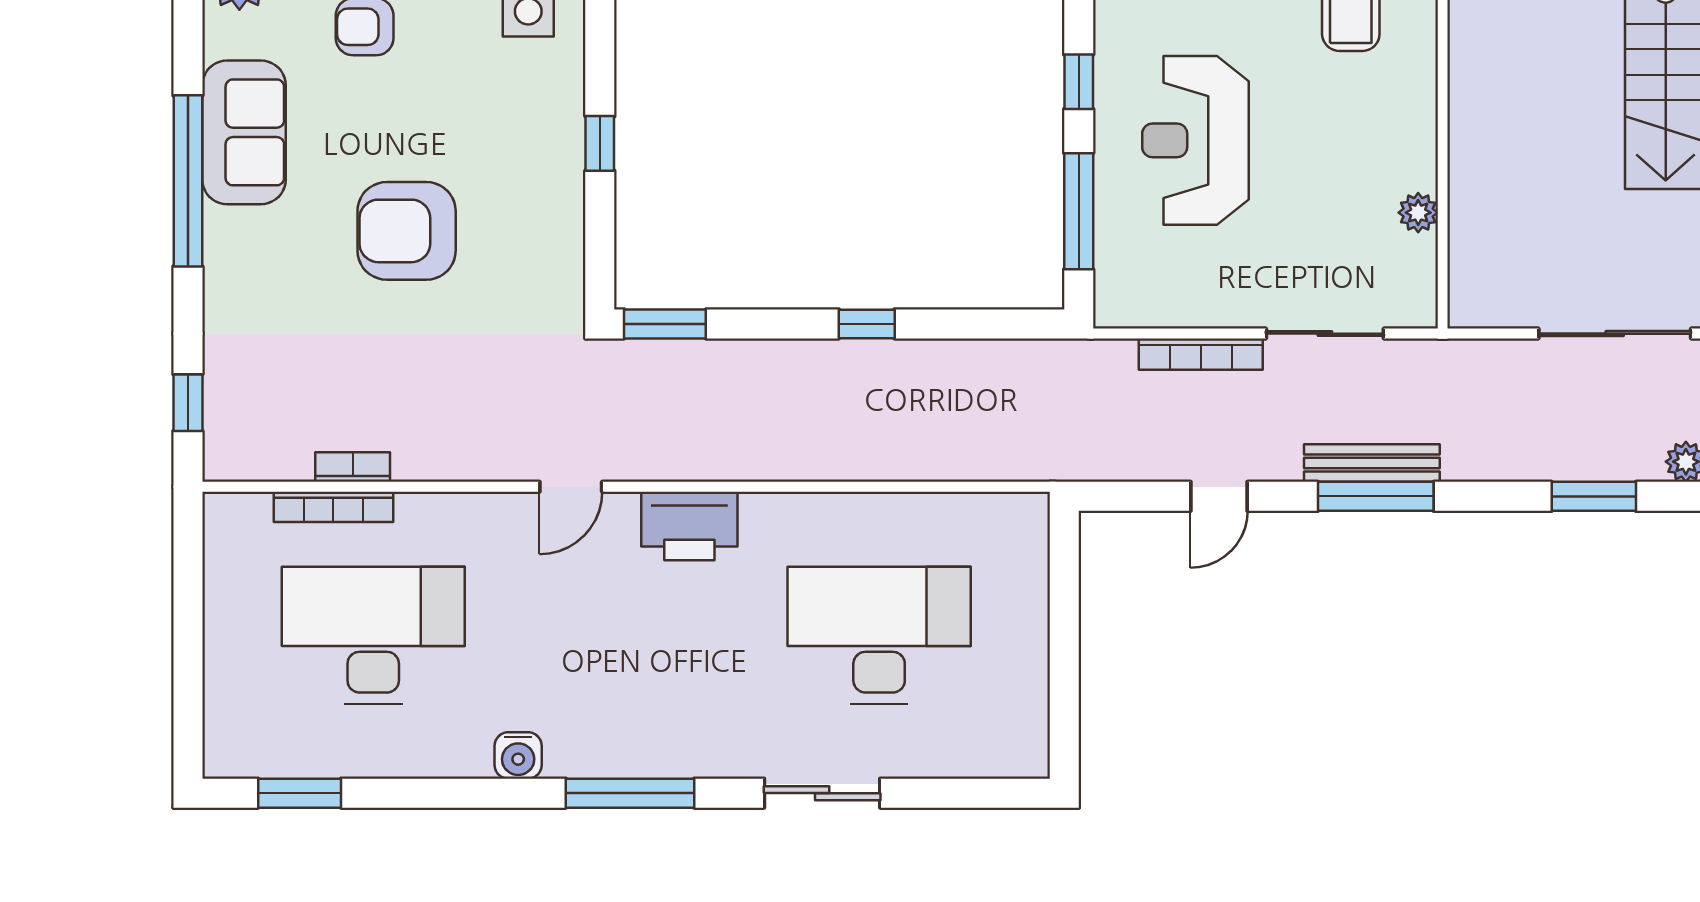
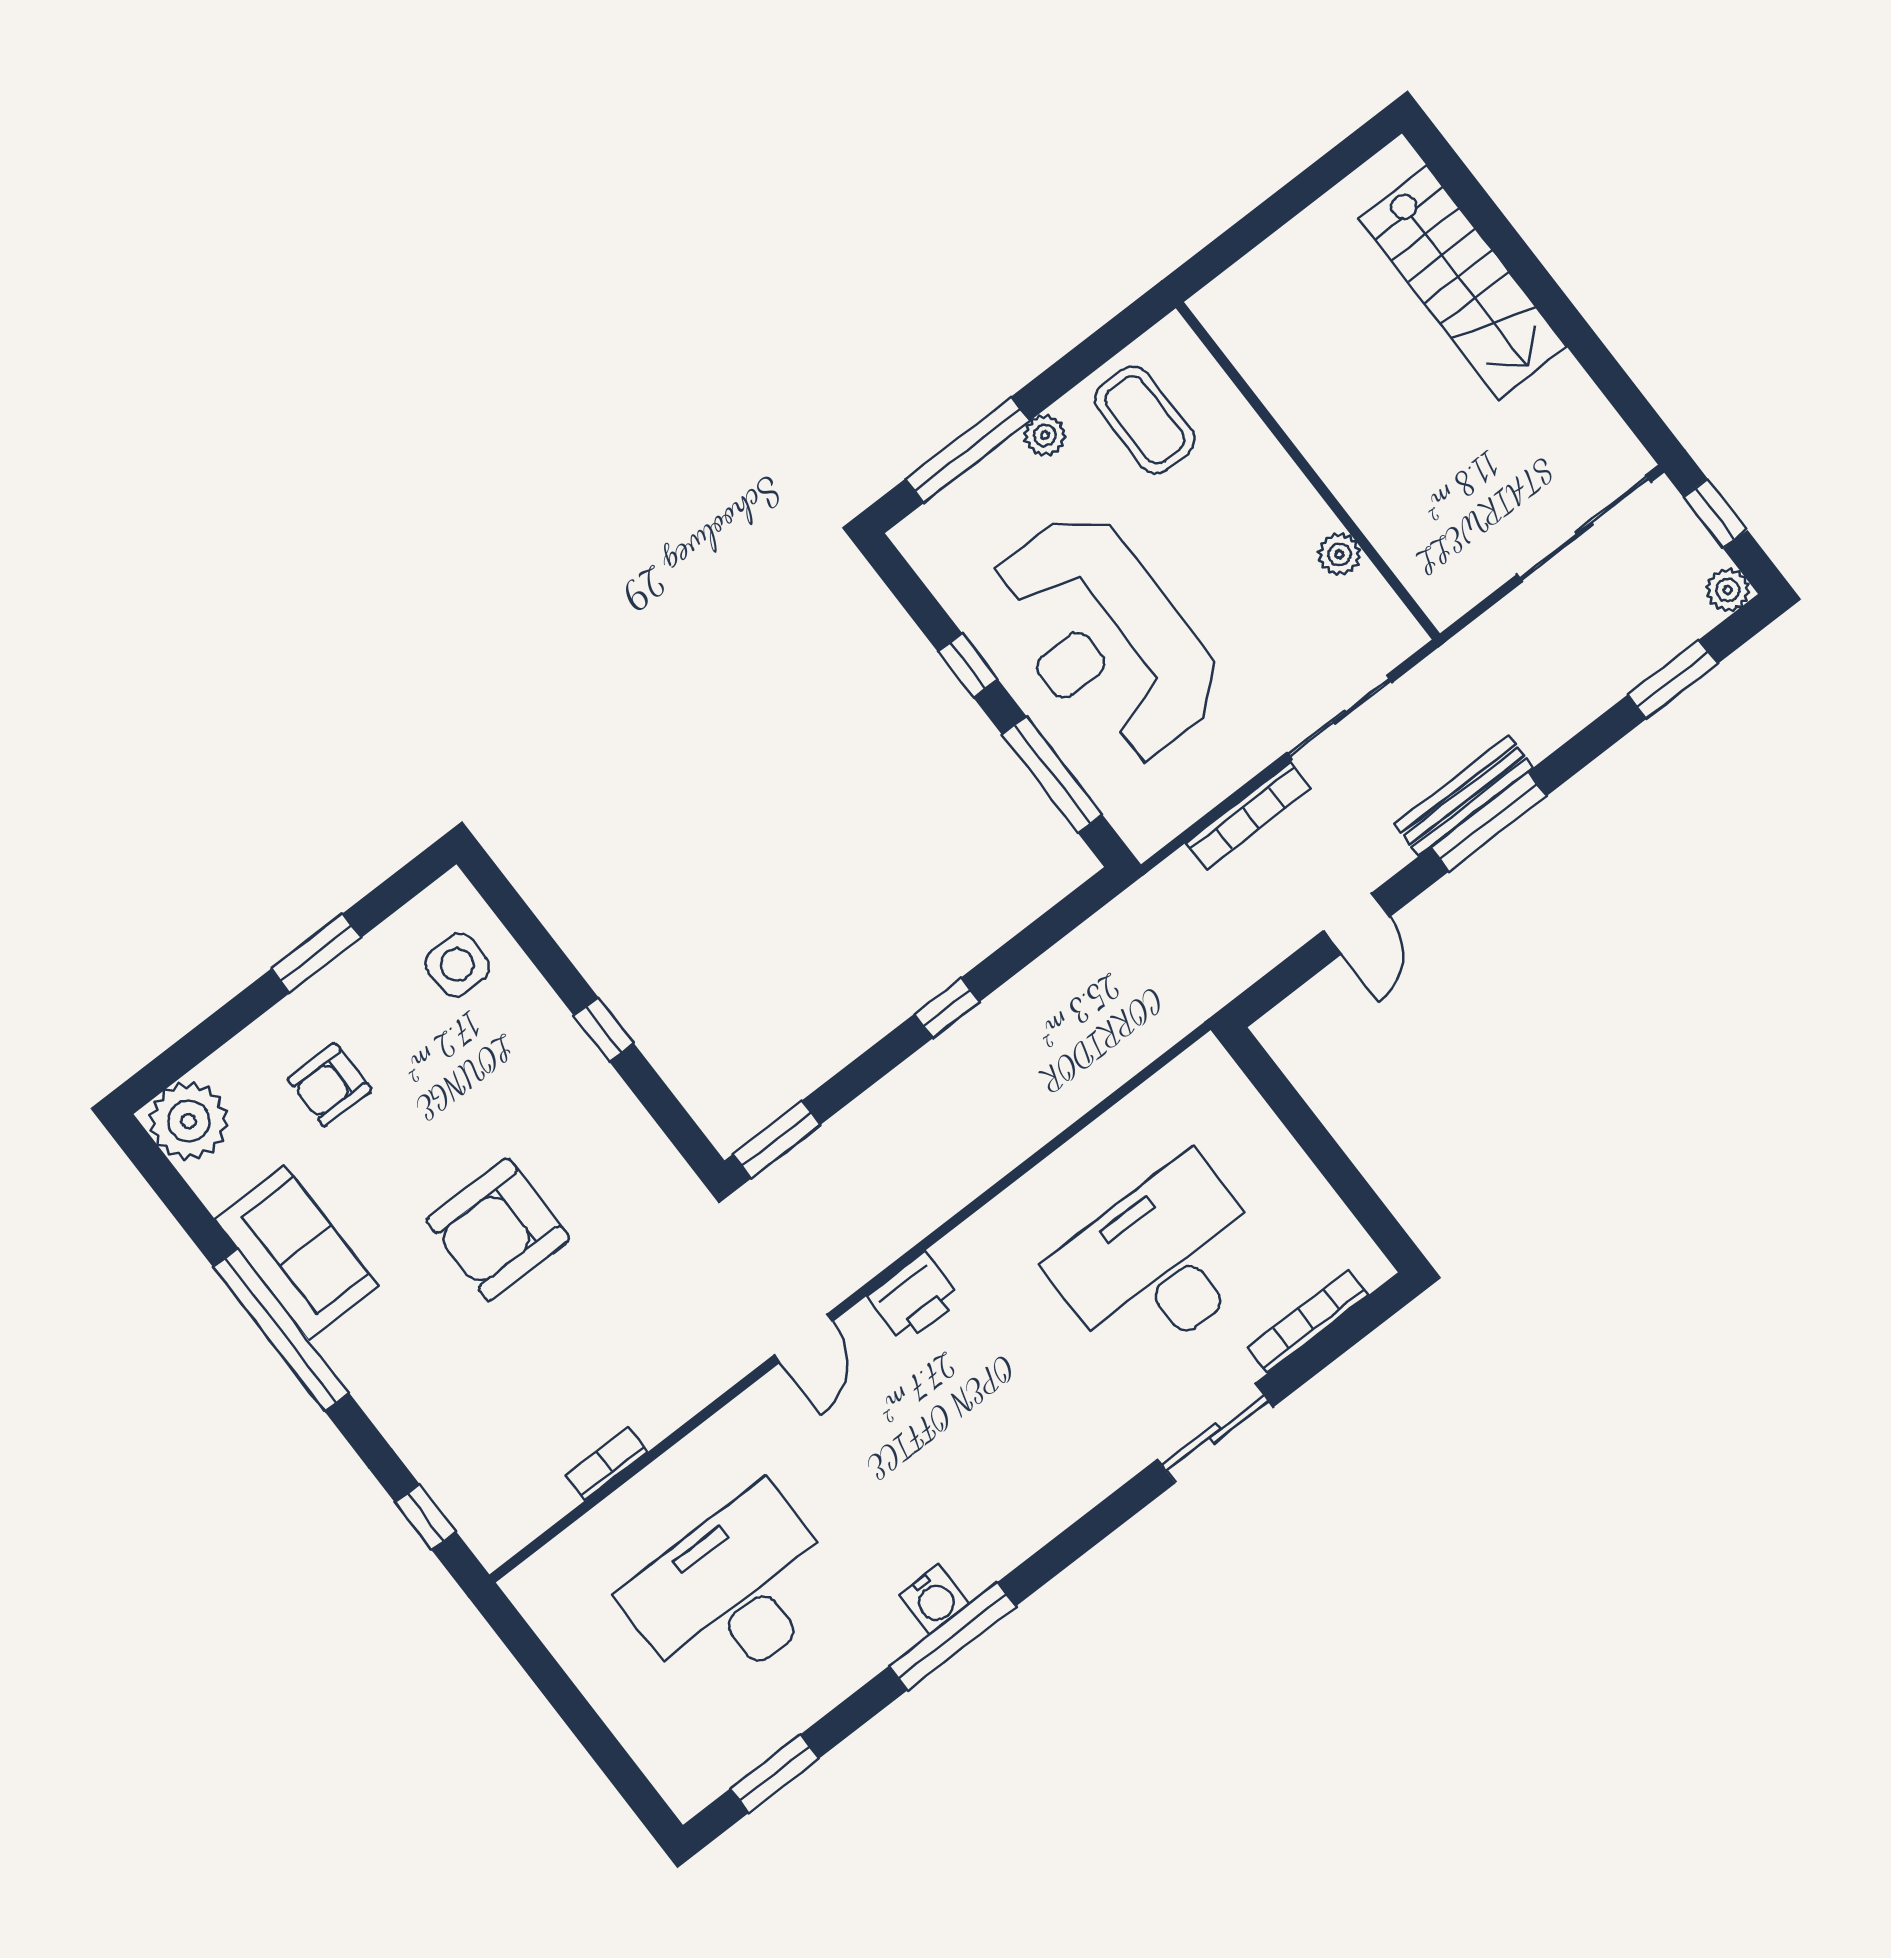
reception desk: (1196, 140) -> (1105, 639), width x1.36, depth x1.30
bookcase: (333, 507) -> (1308, 1321), moved, turned 180
printer: (689, 526) -> (914, 1298), width x0.73, depth x0.84
window: (630, 793) -> (952, 1636), moved

